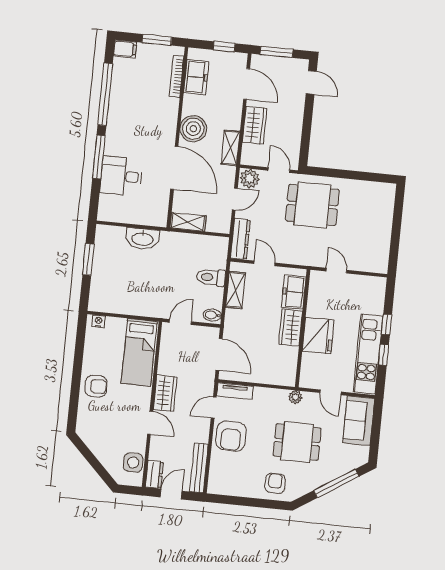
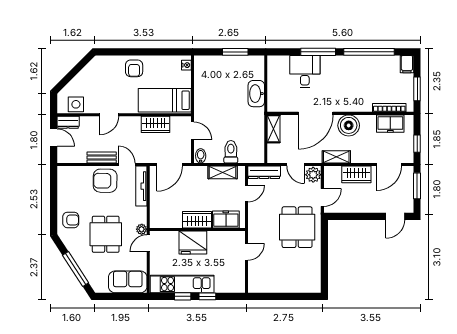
tv unit: (235, 391) -> (141, 186), width x1.41
door: (330, 392) -> (148, 243), moved
wardrobe: (165, 393) -> (156, 124), moved
bench: (199, 468) -> (102, 158), moved, width x0.73

